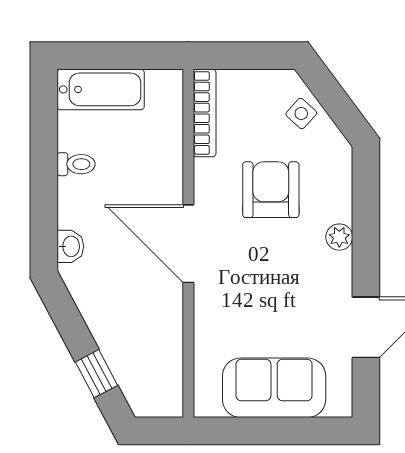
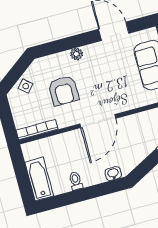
armchair: (271, 190) -> (64, 91), turned -90

